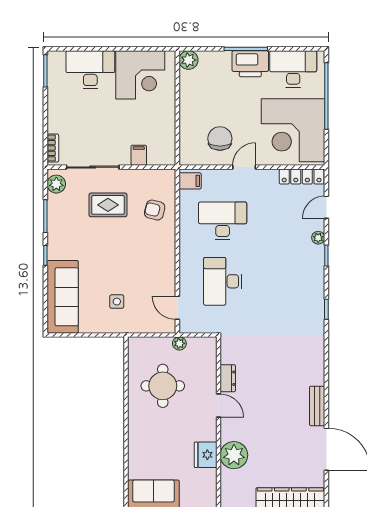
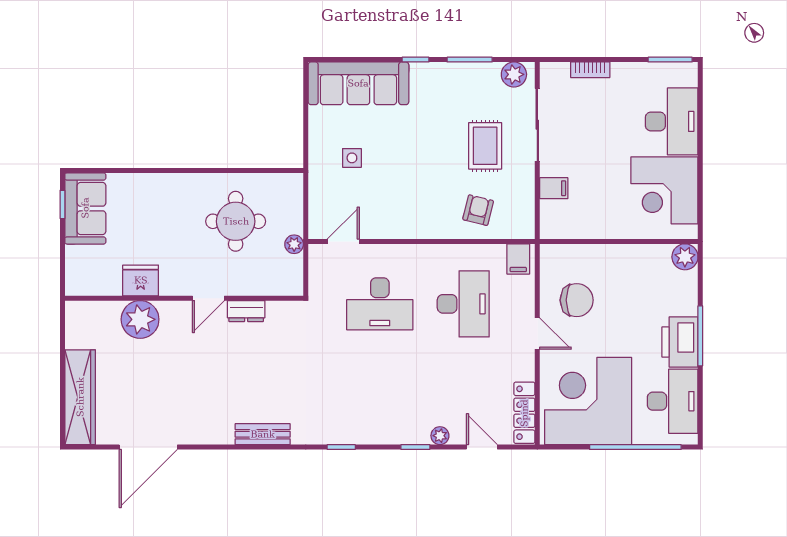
bookcase: (53, 148) -> (590, 70), moved
desk: (223, 281) -> (380, 304), turned 180
bench: (317, 406) -> (263, 434), moved

